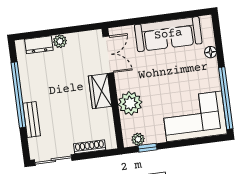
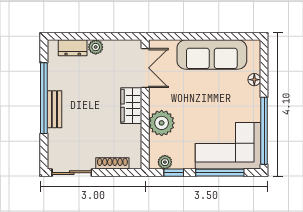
bench: (32, 120) -> (54, 109), moved
window: (190, 142) -> (220, 173), added

